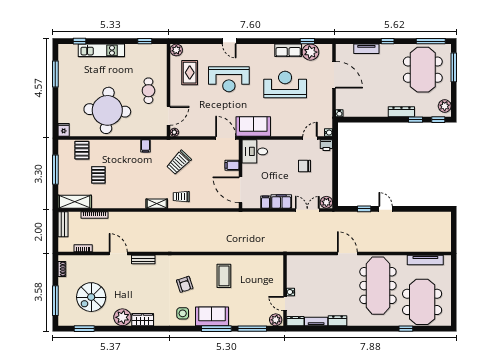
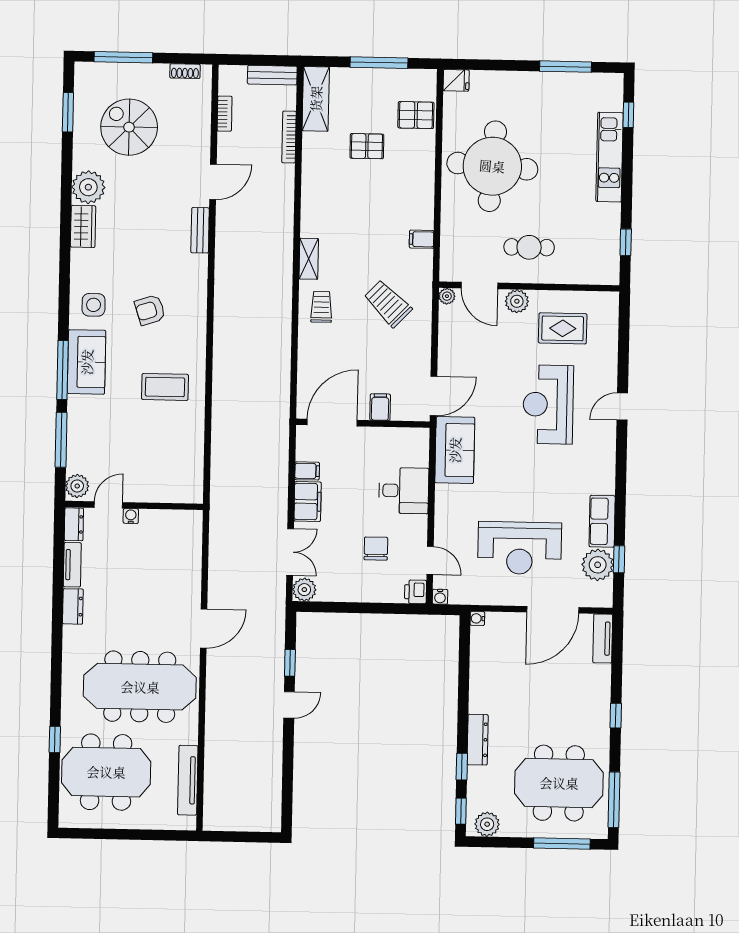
tv unit: (366, 49) -> (603, 639), moved
plant: (176, 50) -> (517, 301), moved
reception desk: (285, 84) -> (520, 548), moved, turned 90
desk: (255, 151) -> (404, 491), moved, turned 90

